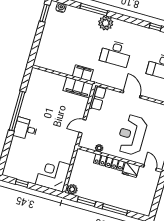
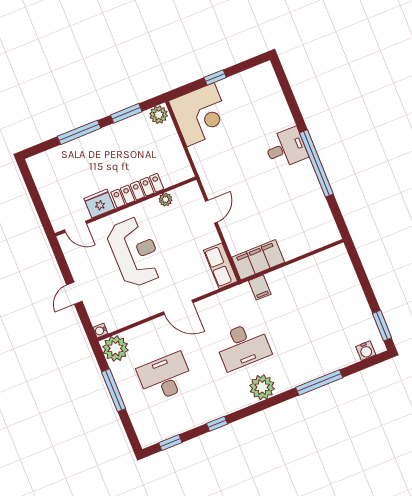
plant: (106, 23) -> (262, 387), moved
desk: (116, 53) -> (243, 346), turned 180
filing cabinet: (83, 73) -> (260, 287), width x0.50
window: (22, 183) -> (215, 77), moved

